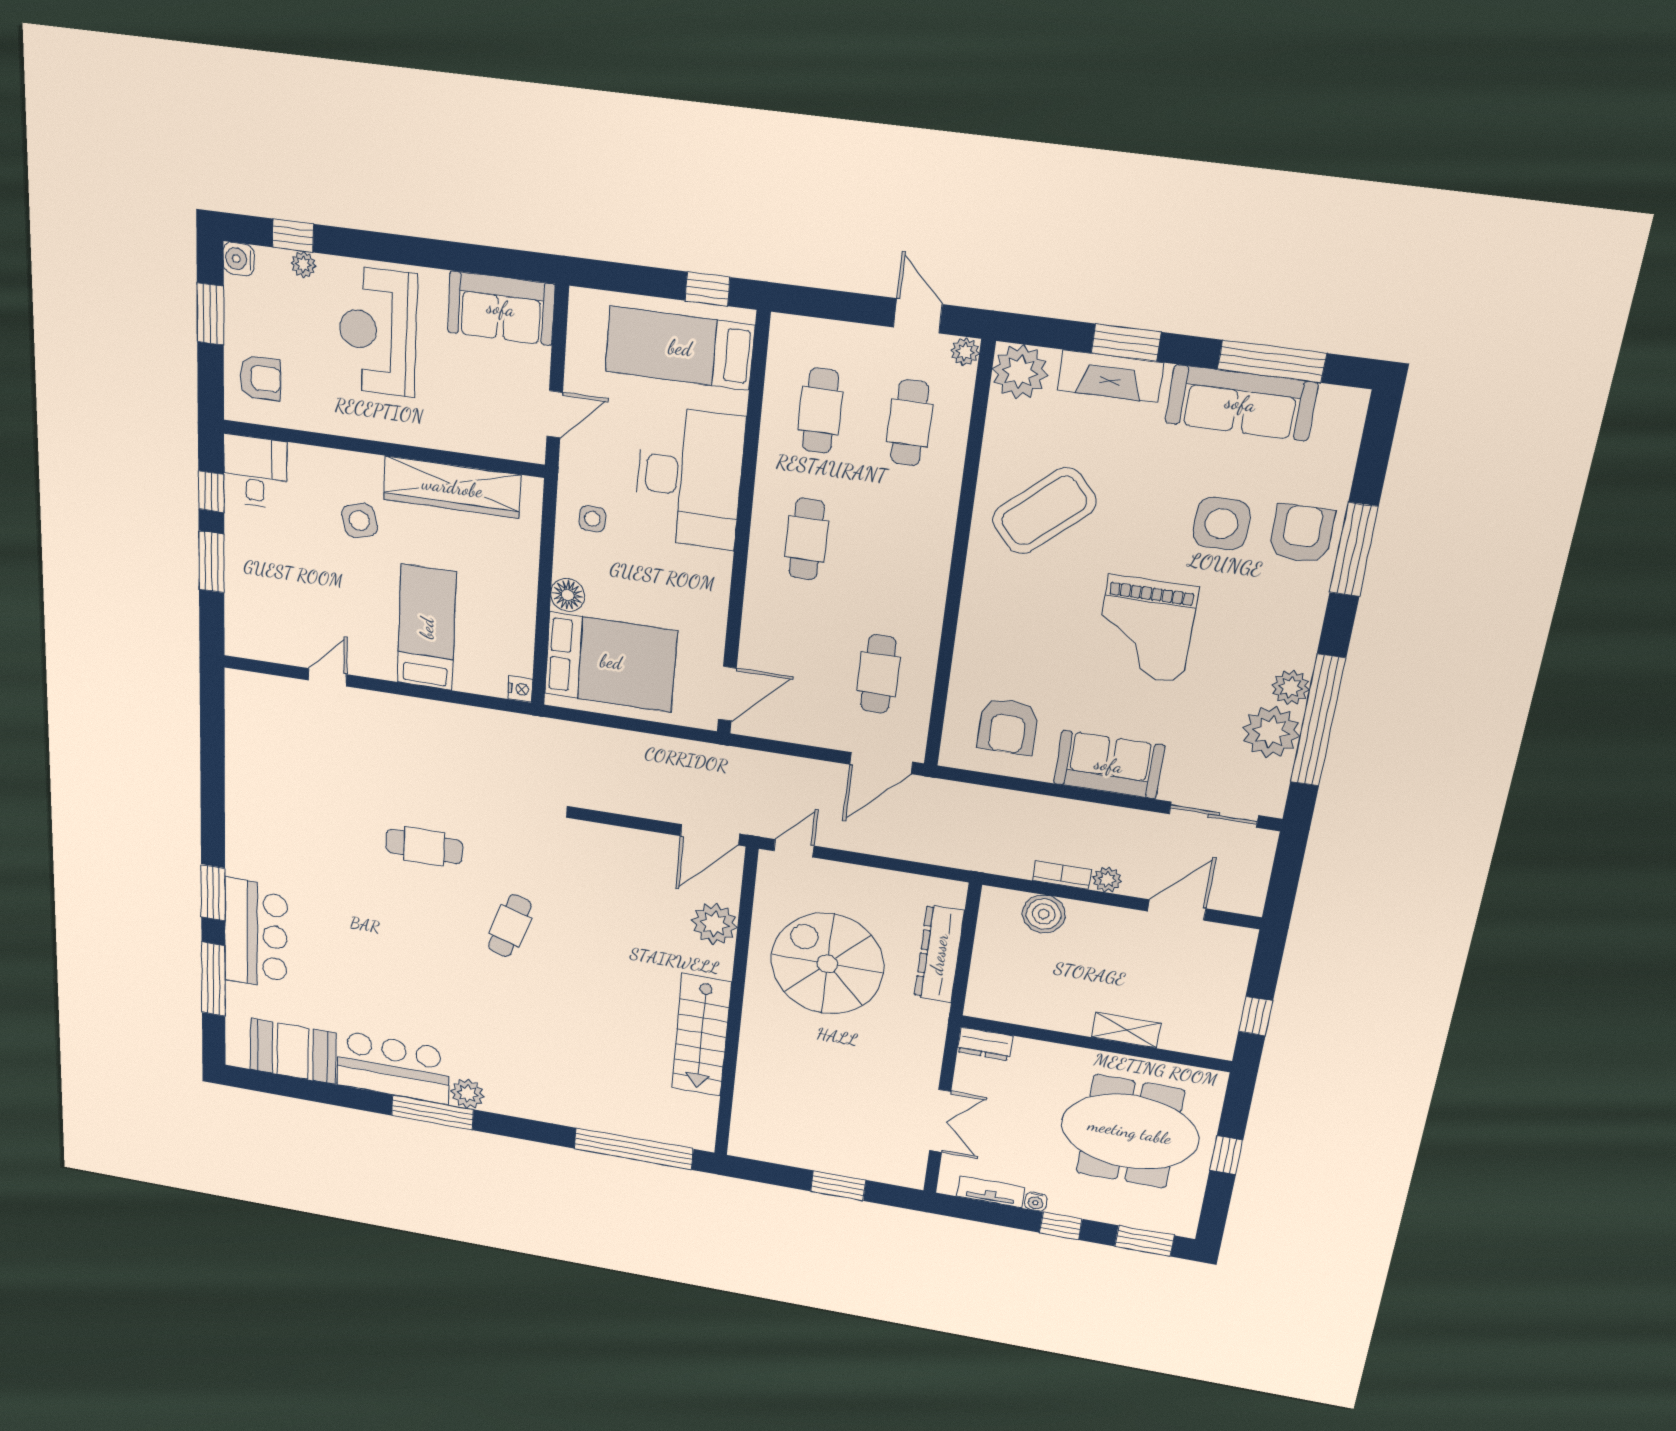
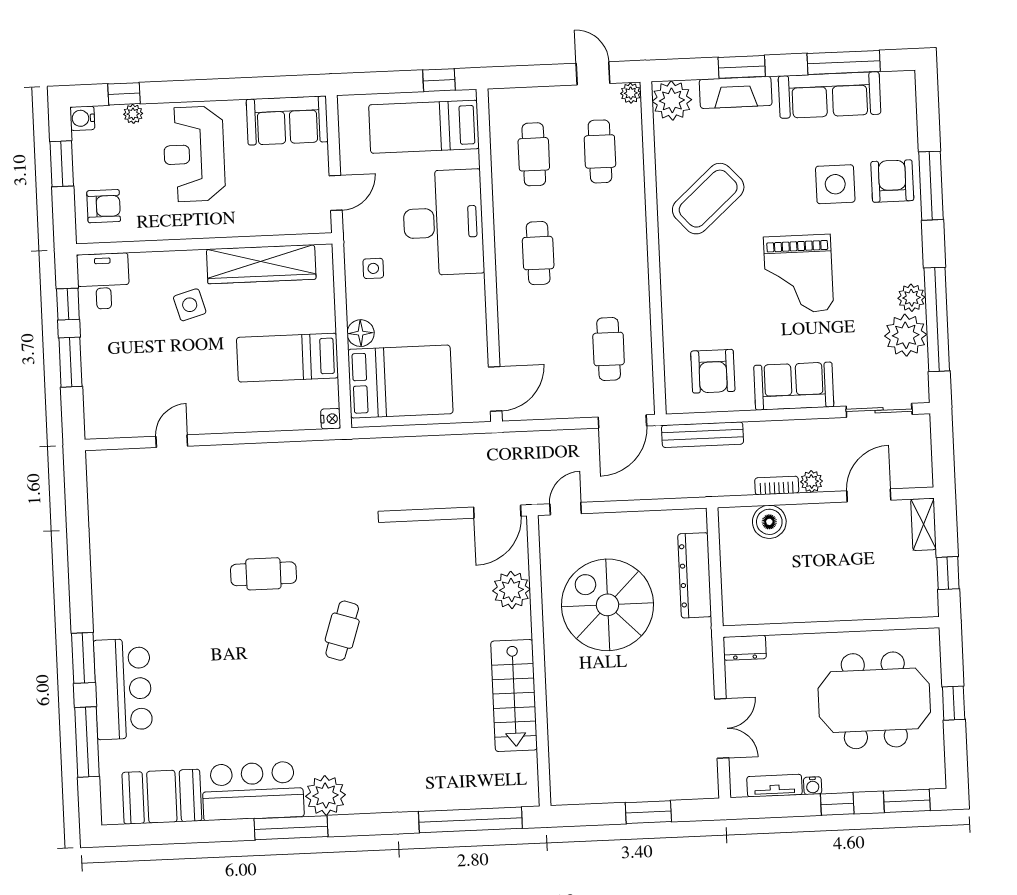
bed: (427, 628) -> (288, 358), moved, turned -90
bench: (980, 798) -> (703, 435), added
shelving: (1126, 1030) -> (923, 524), moved, turned 90
plant: (468, 1094) -> (326, 795), width x1.36, depth x1.36

